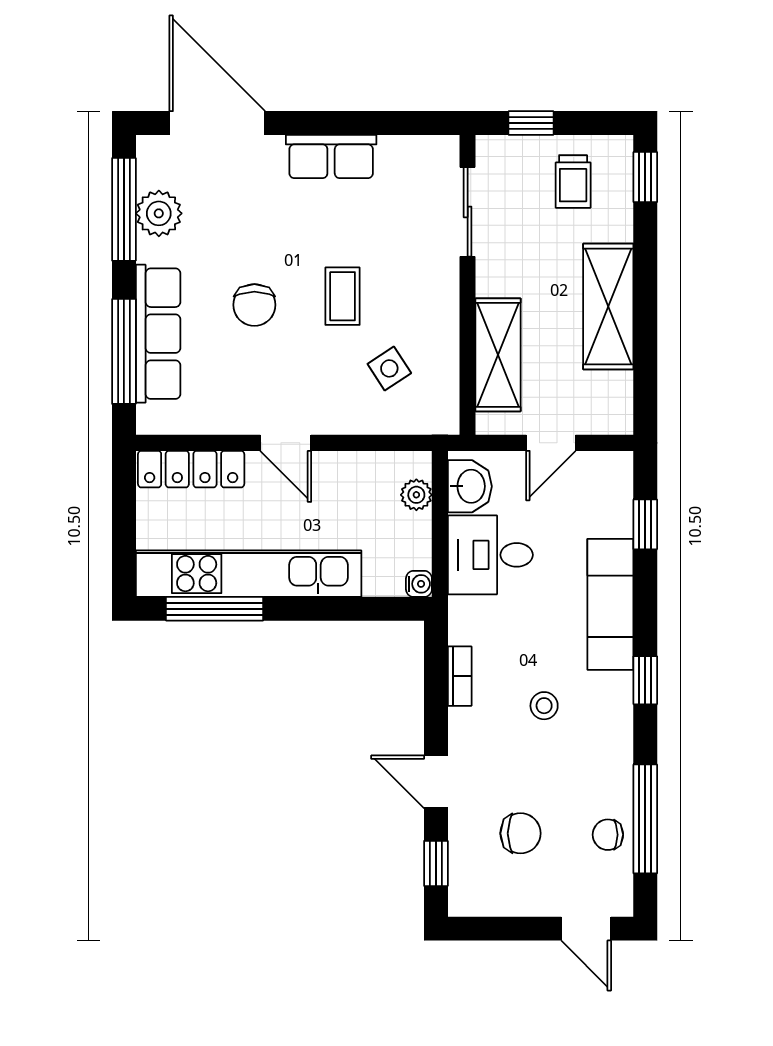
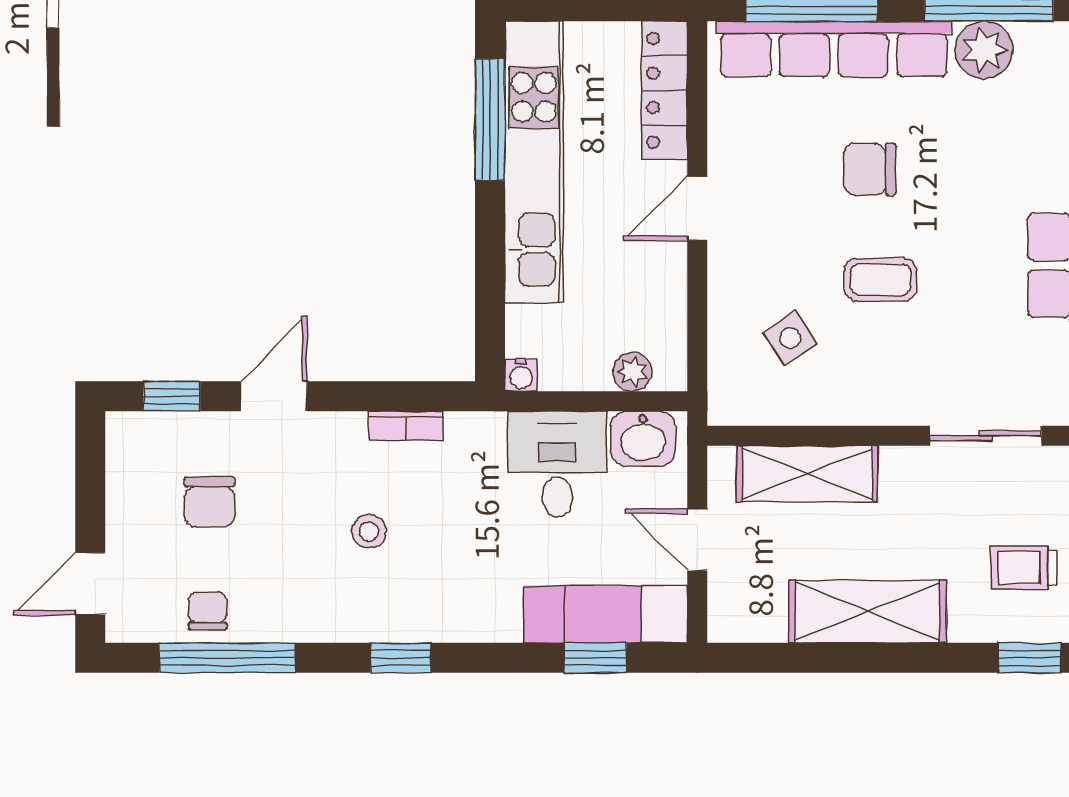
row of seats: (158, 334) -> (834, 49), width x1.36
exam couch: (610, 604) -> (605, 614), moved

